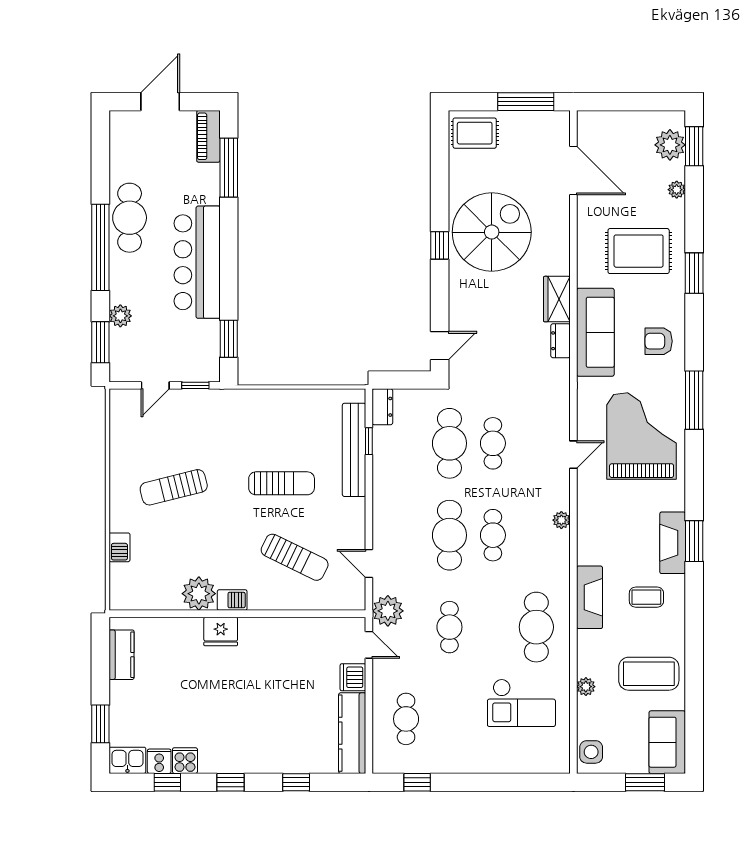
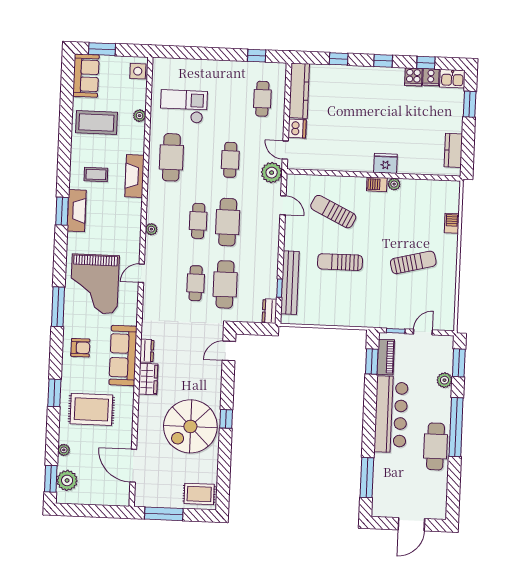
piano: (208, 136) -> (386, 357), moved
plant: (199, 594) -> (394, 184), width x0.53, depth x0.53

